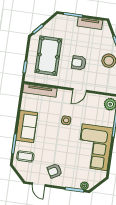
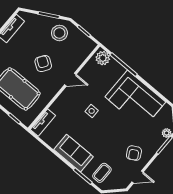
armchair: (79, 63) -> (43, 64), turned 124
tv unit: (40, 90) -> (43, 123), width x0.71
door: (79, 90) -> (70, 80), hinge flipped

